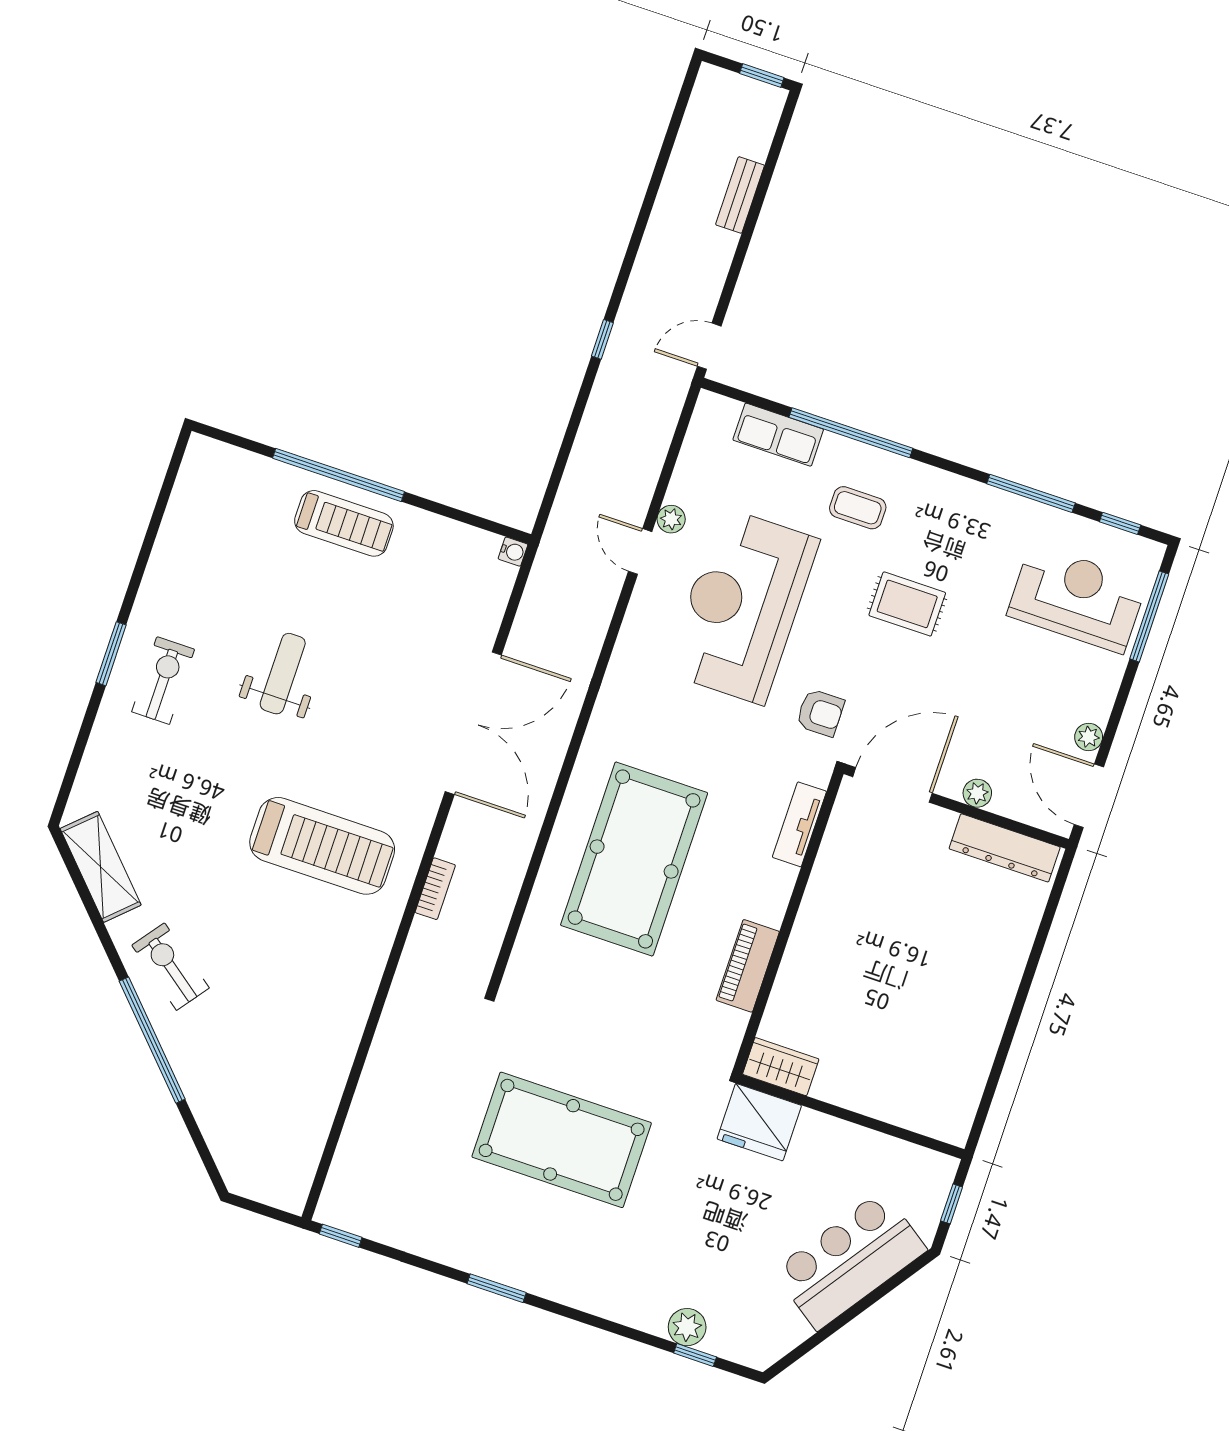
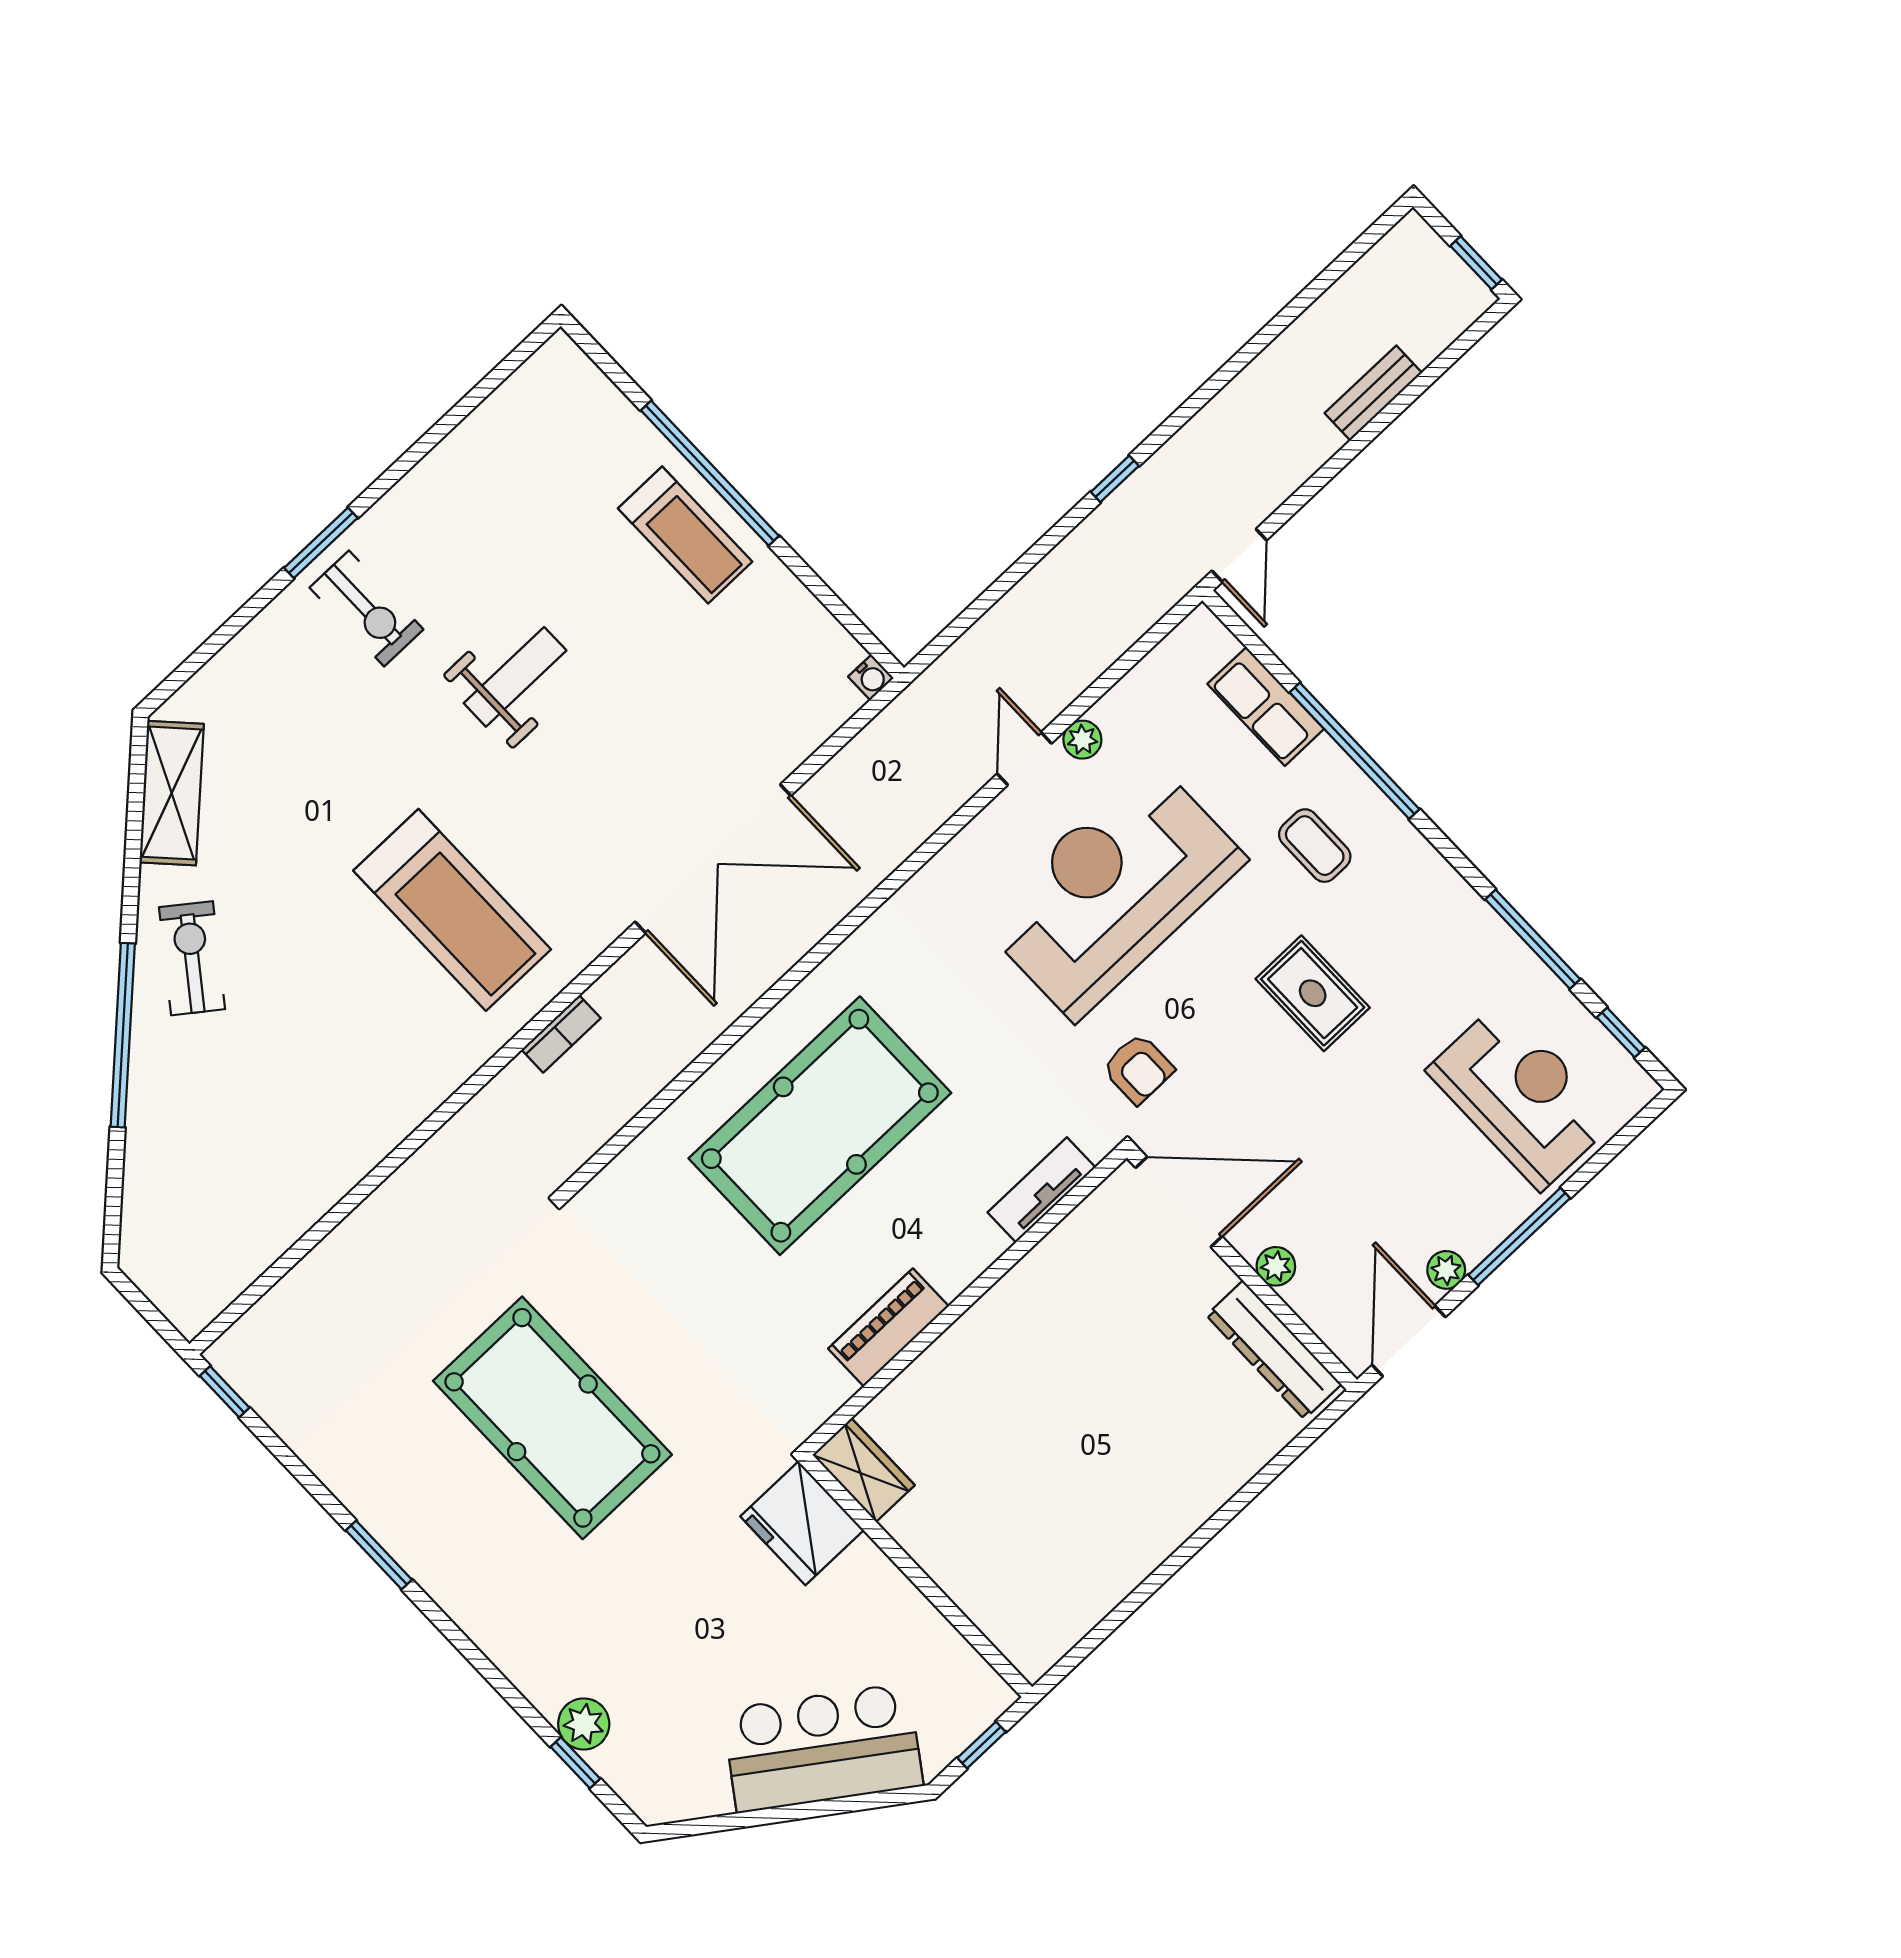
door: (709, 346) -> (1239, 555), swing flipped
window: (1149, 616) -> (1519, 1236), moved
exercise bike: (163, 680) -> (366, 609), turned 90

